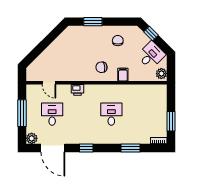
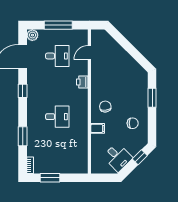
plant: (161, 74) -> (99, 168), removed

